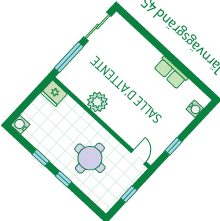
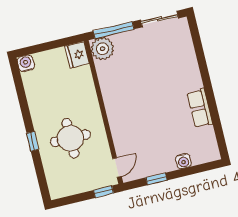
plant: (97, 102) -> (102, 49), moved
water cooler: (195, 109) -> (183, 161), moved
window: (41, 158) -> (24, 107), removed
window: (129, 194) -> (104, 192), moved

